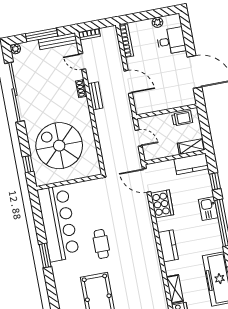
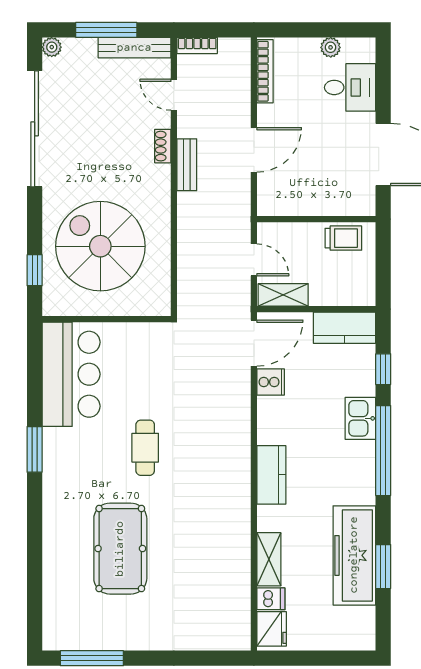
door: (128, 82) -> (254, 150), hinge flipped
shelving: (191, 147) -> (283, 295), moved
door: (147, 180) -> (254, 343), swing flipped
cooker: (162, 204) -> (271, 382), width x0.53, depth x0.76
bar counter: (58, 223) -> (71, 374), width x0.73

